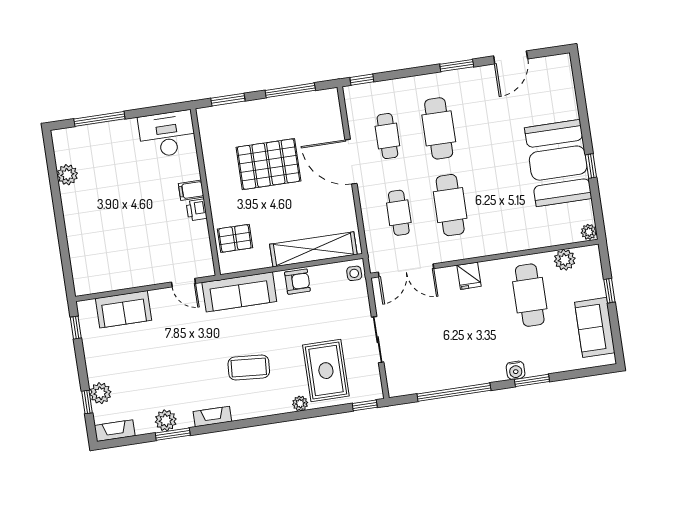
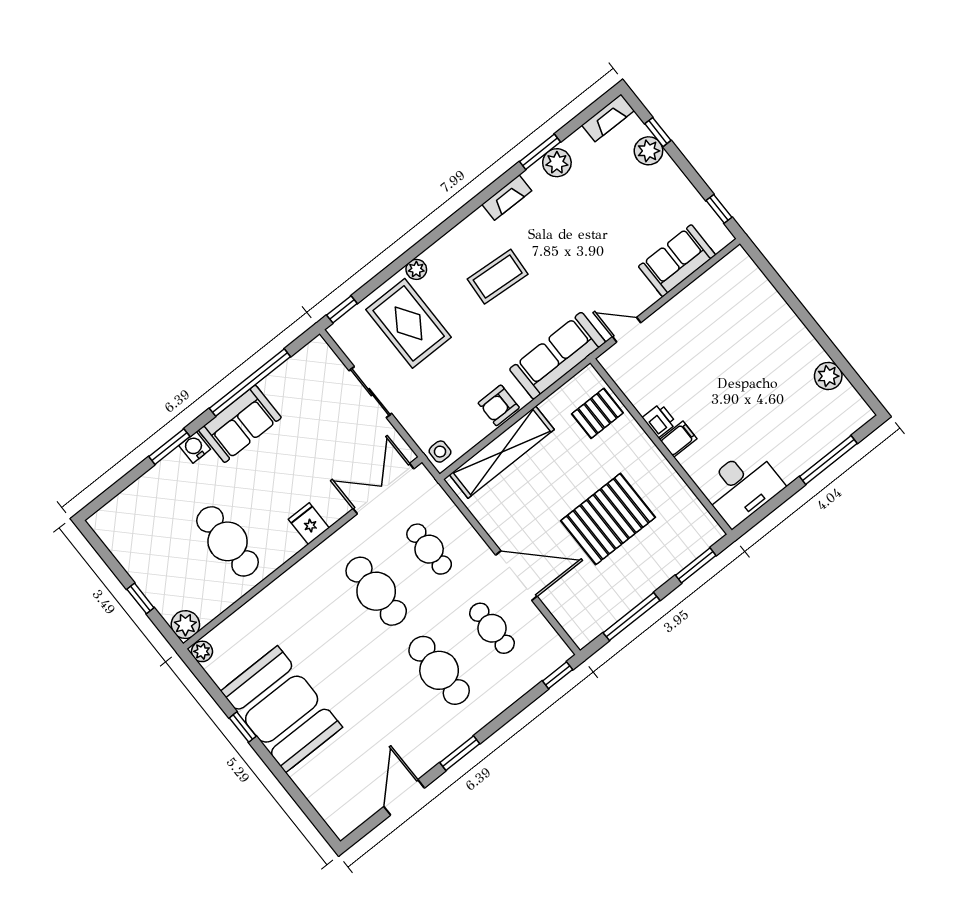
plant: (565, 260) -> (185, 625), moved
sofa: (595, 327) -> (240, 424), moved, turned 90

